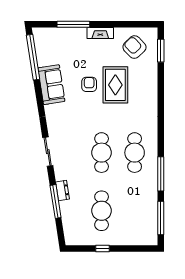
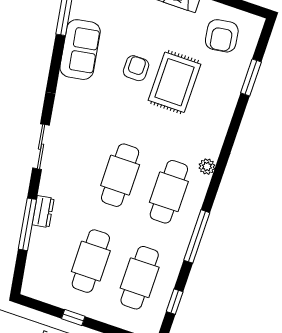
armchair: (134, 47) -> (222, 36), turned -144
window: (161, 51) -> (251, 77), moved
plant: (152, 129) -> (207, 167), added
cafe table: (135, 211) -> (140, 278), added
window: (161, 218) -> (175, 302), width x0.46

